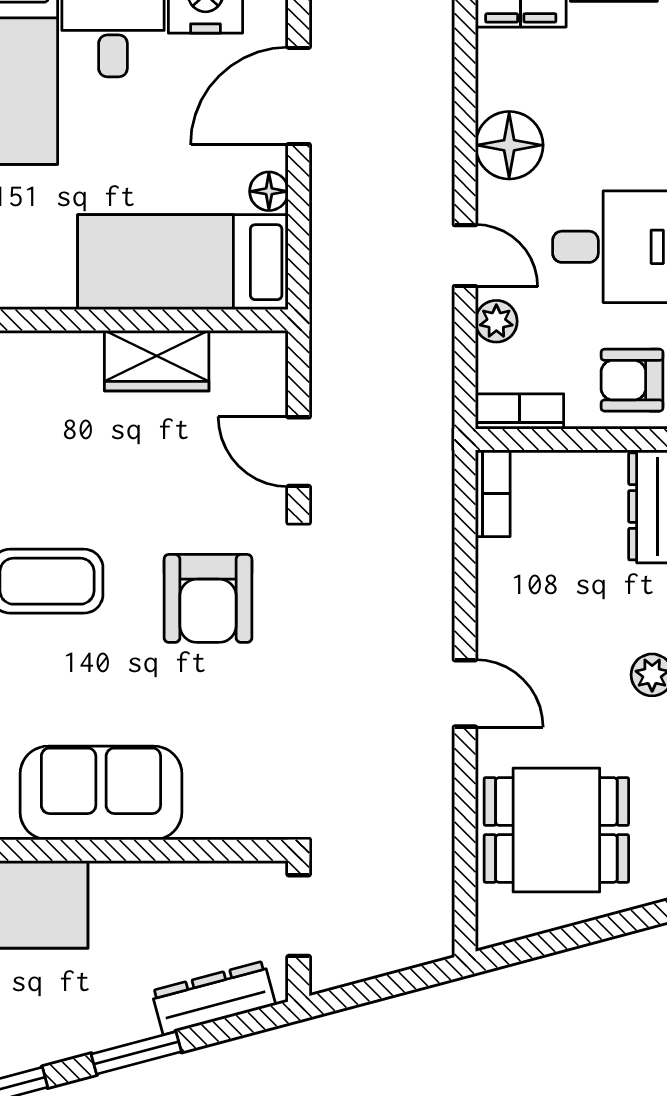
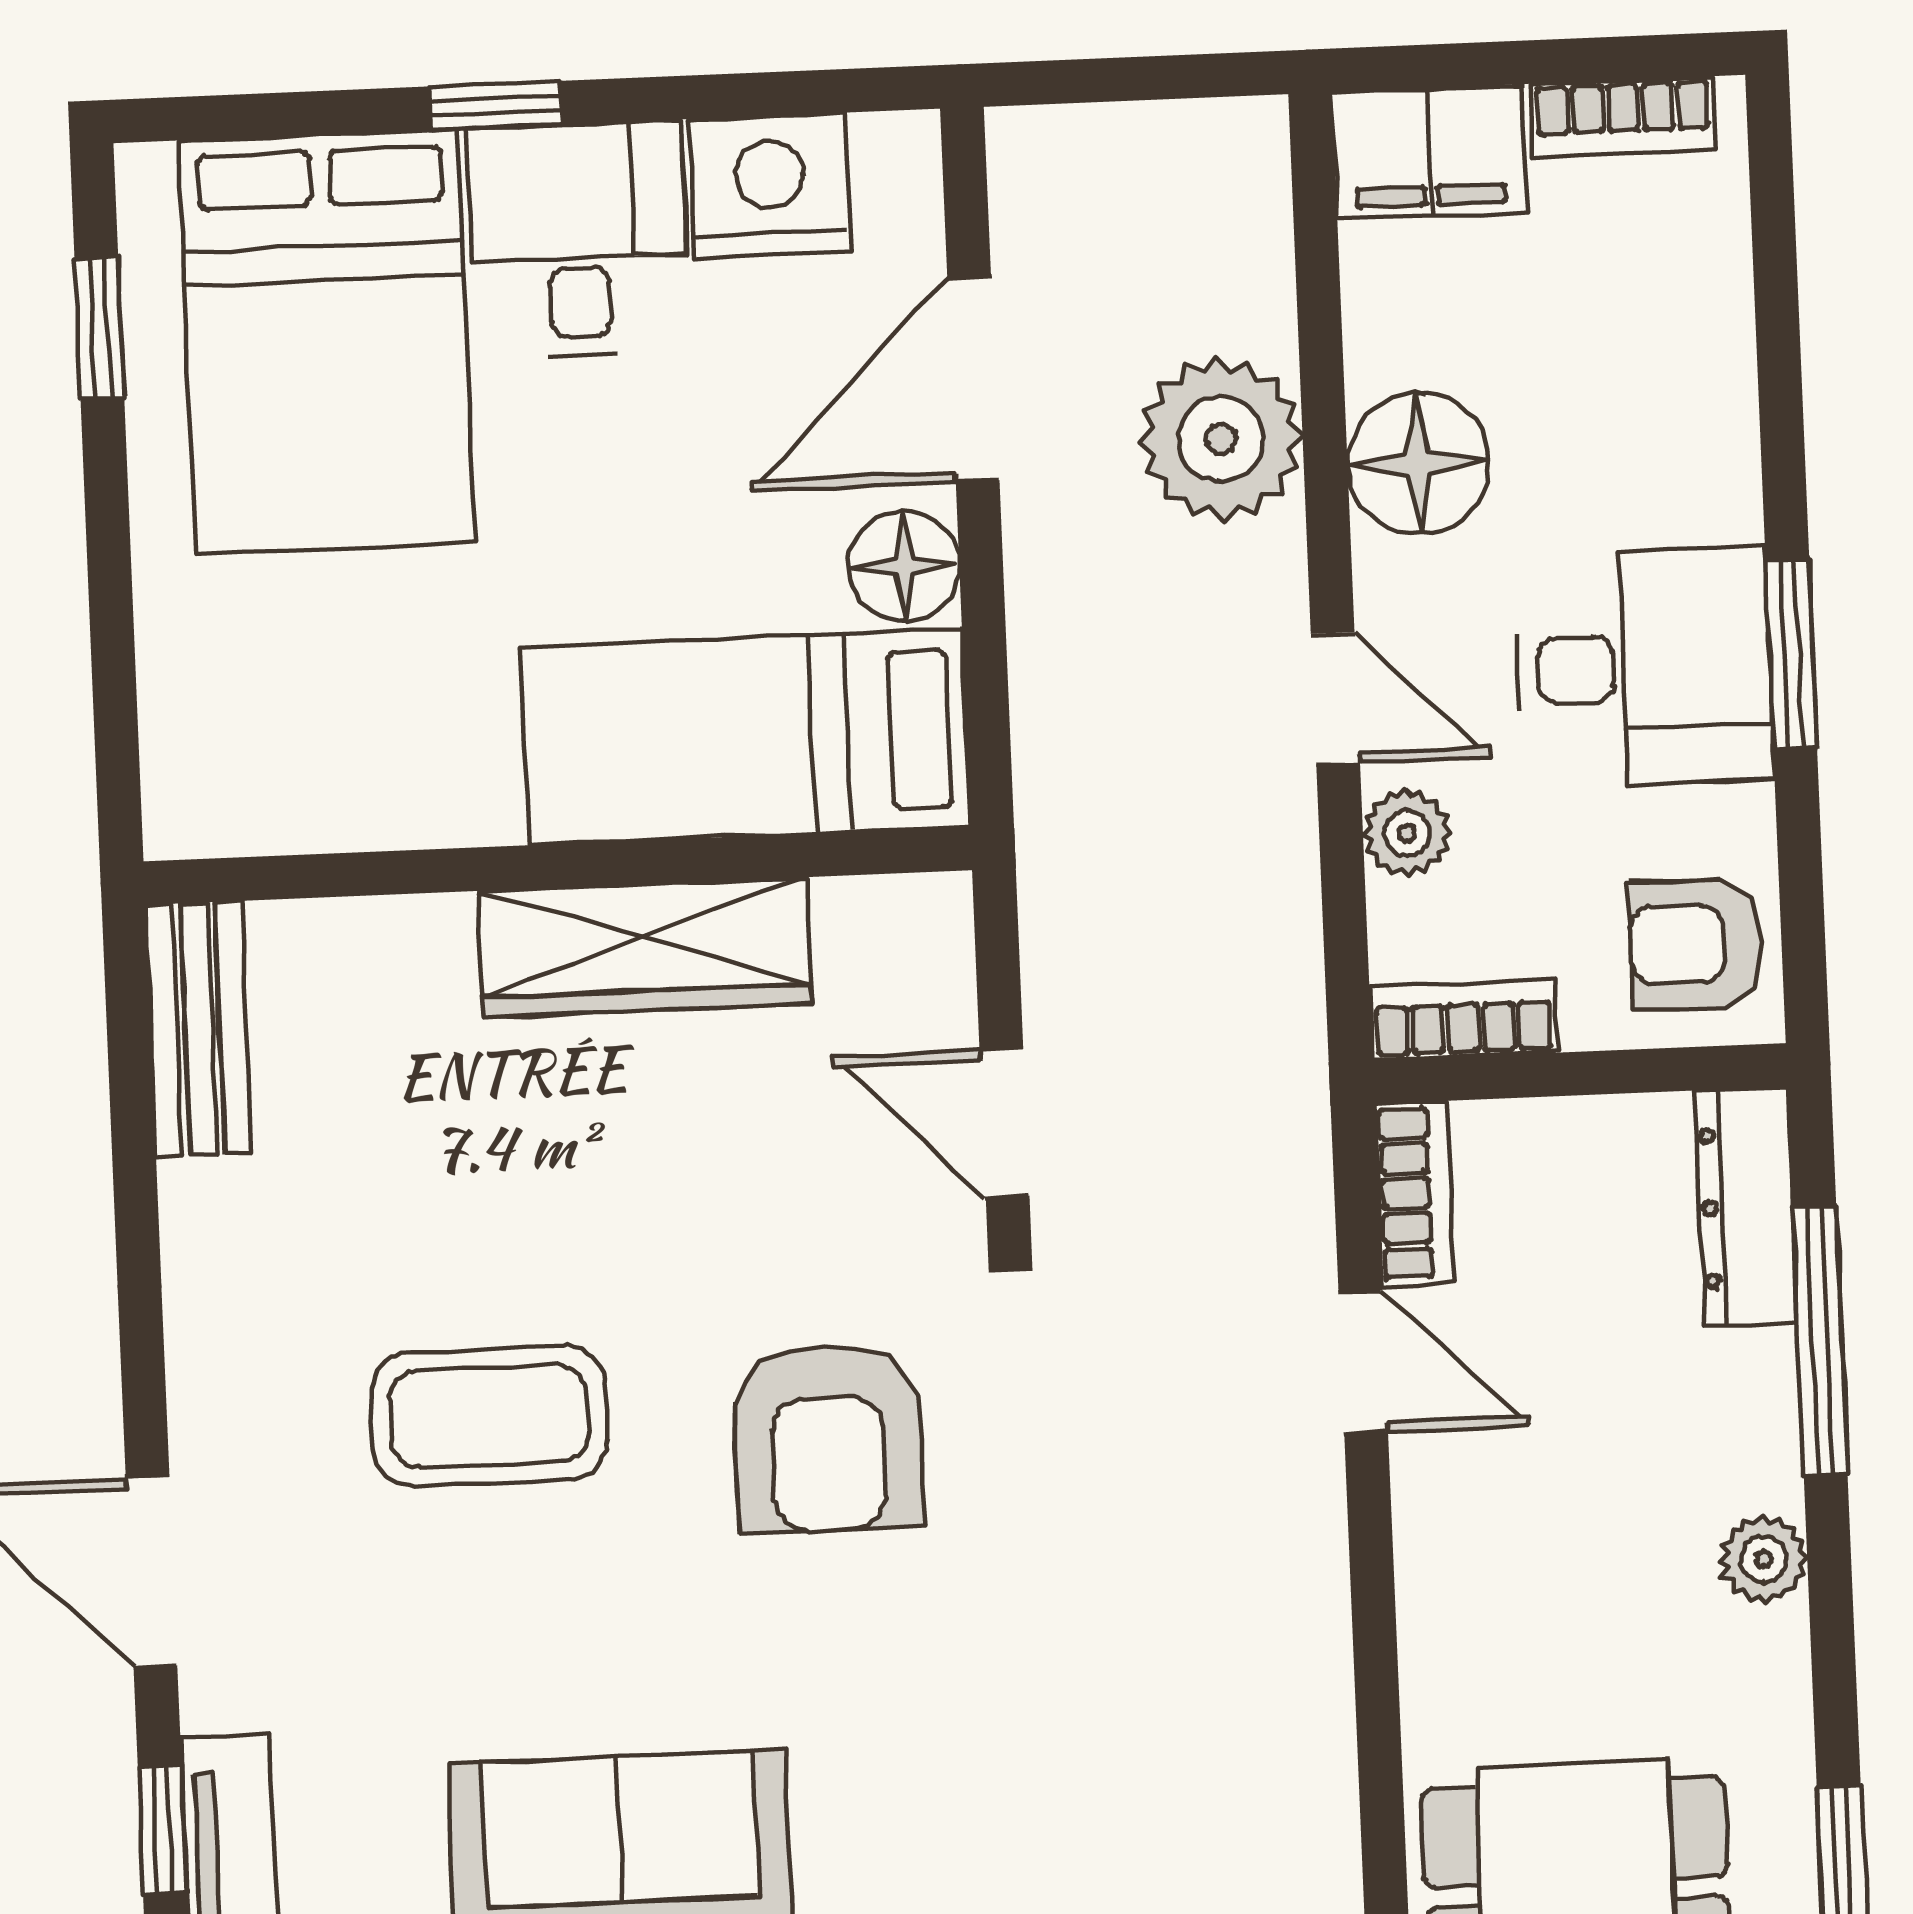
plant: (415, 130) -> (1221, 439), added
floor lamp: (269, 191) -> (904, 566), width x1.37, depth x1.37
wardrobe: (157, 361) -> (645, 947), width x1.50
door: (465, 693) -> (1363, 1362), moved

